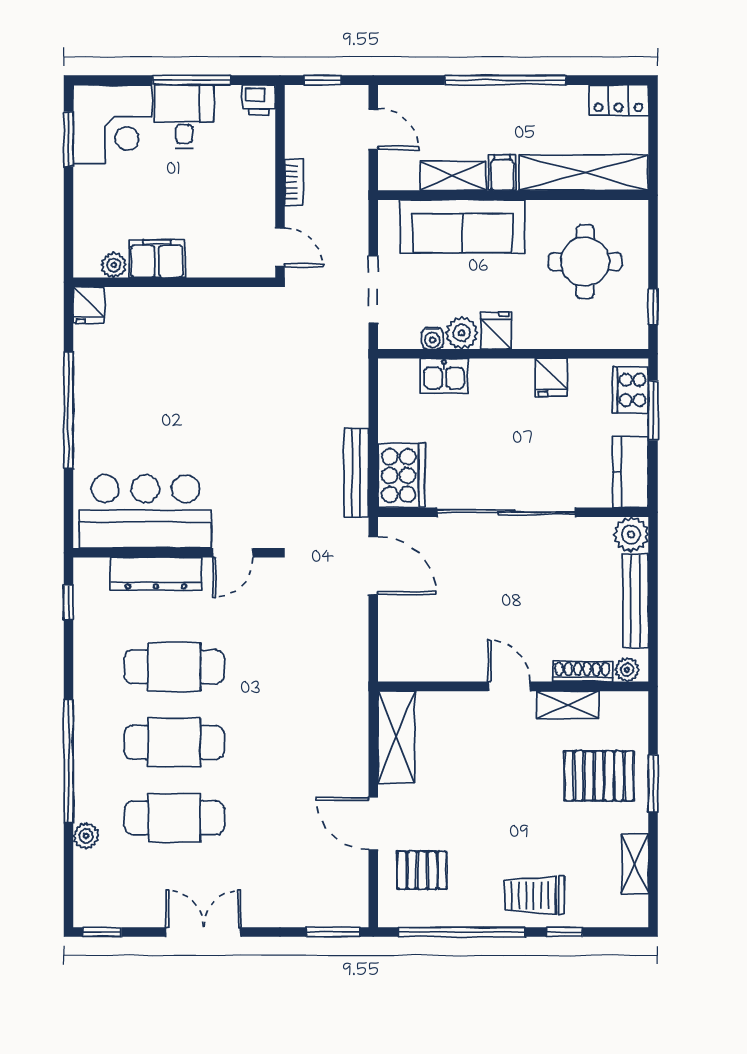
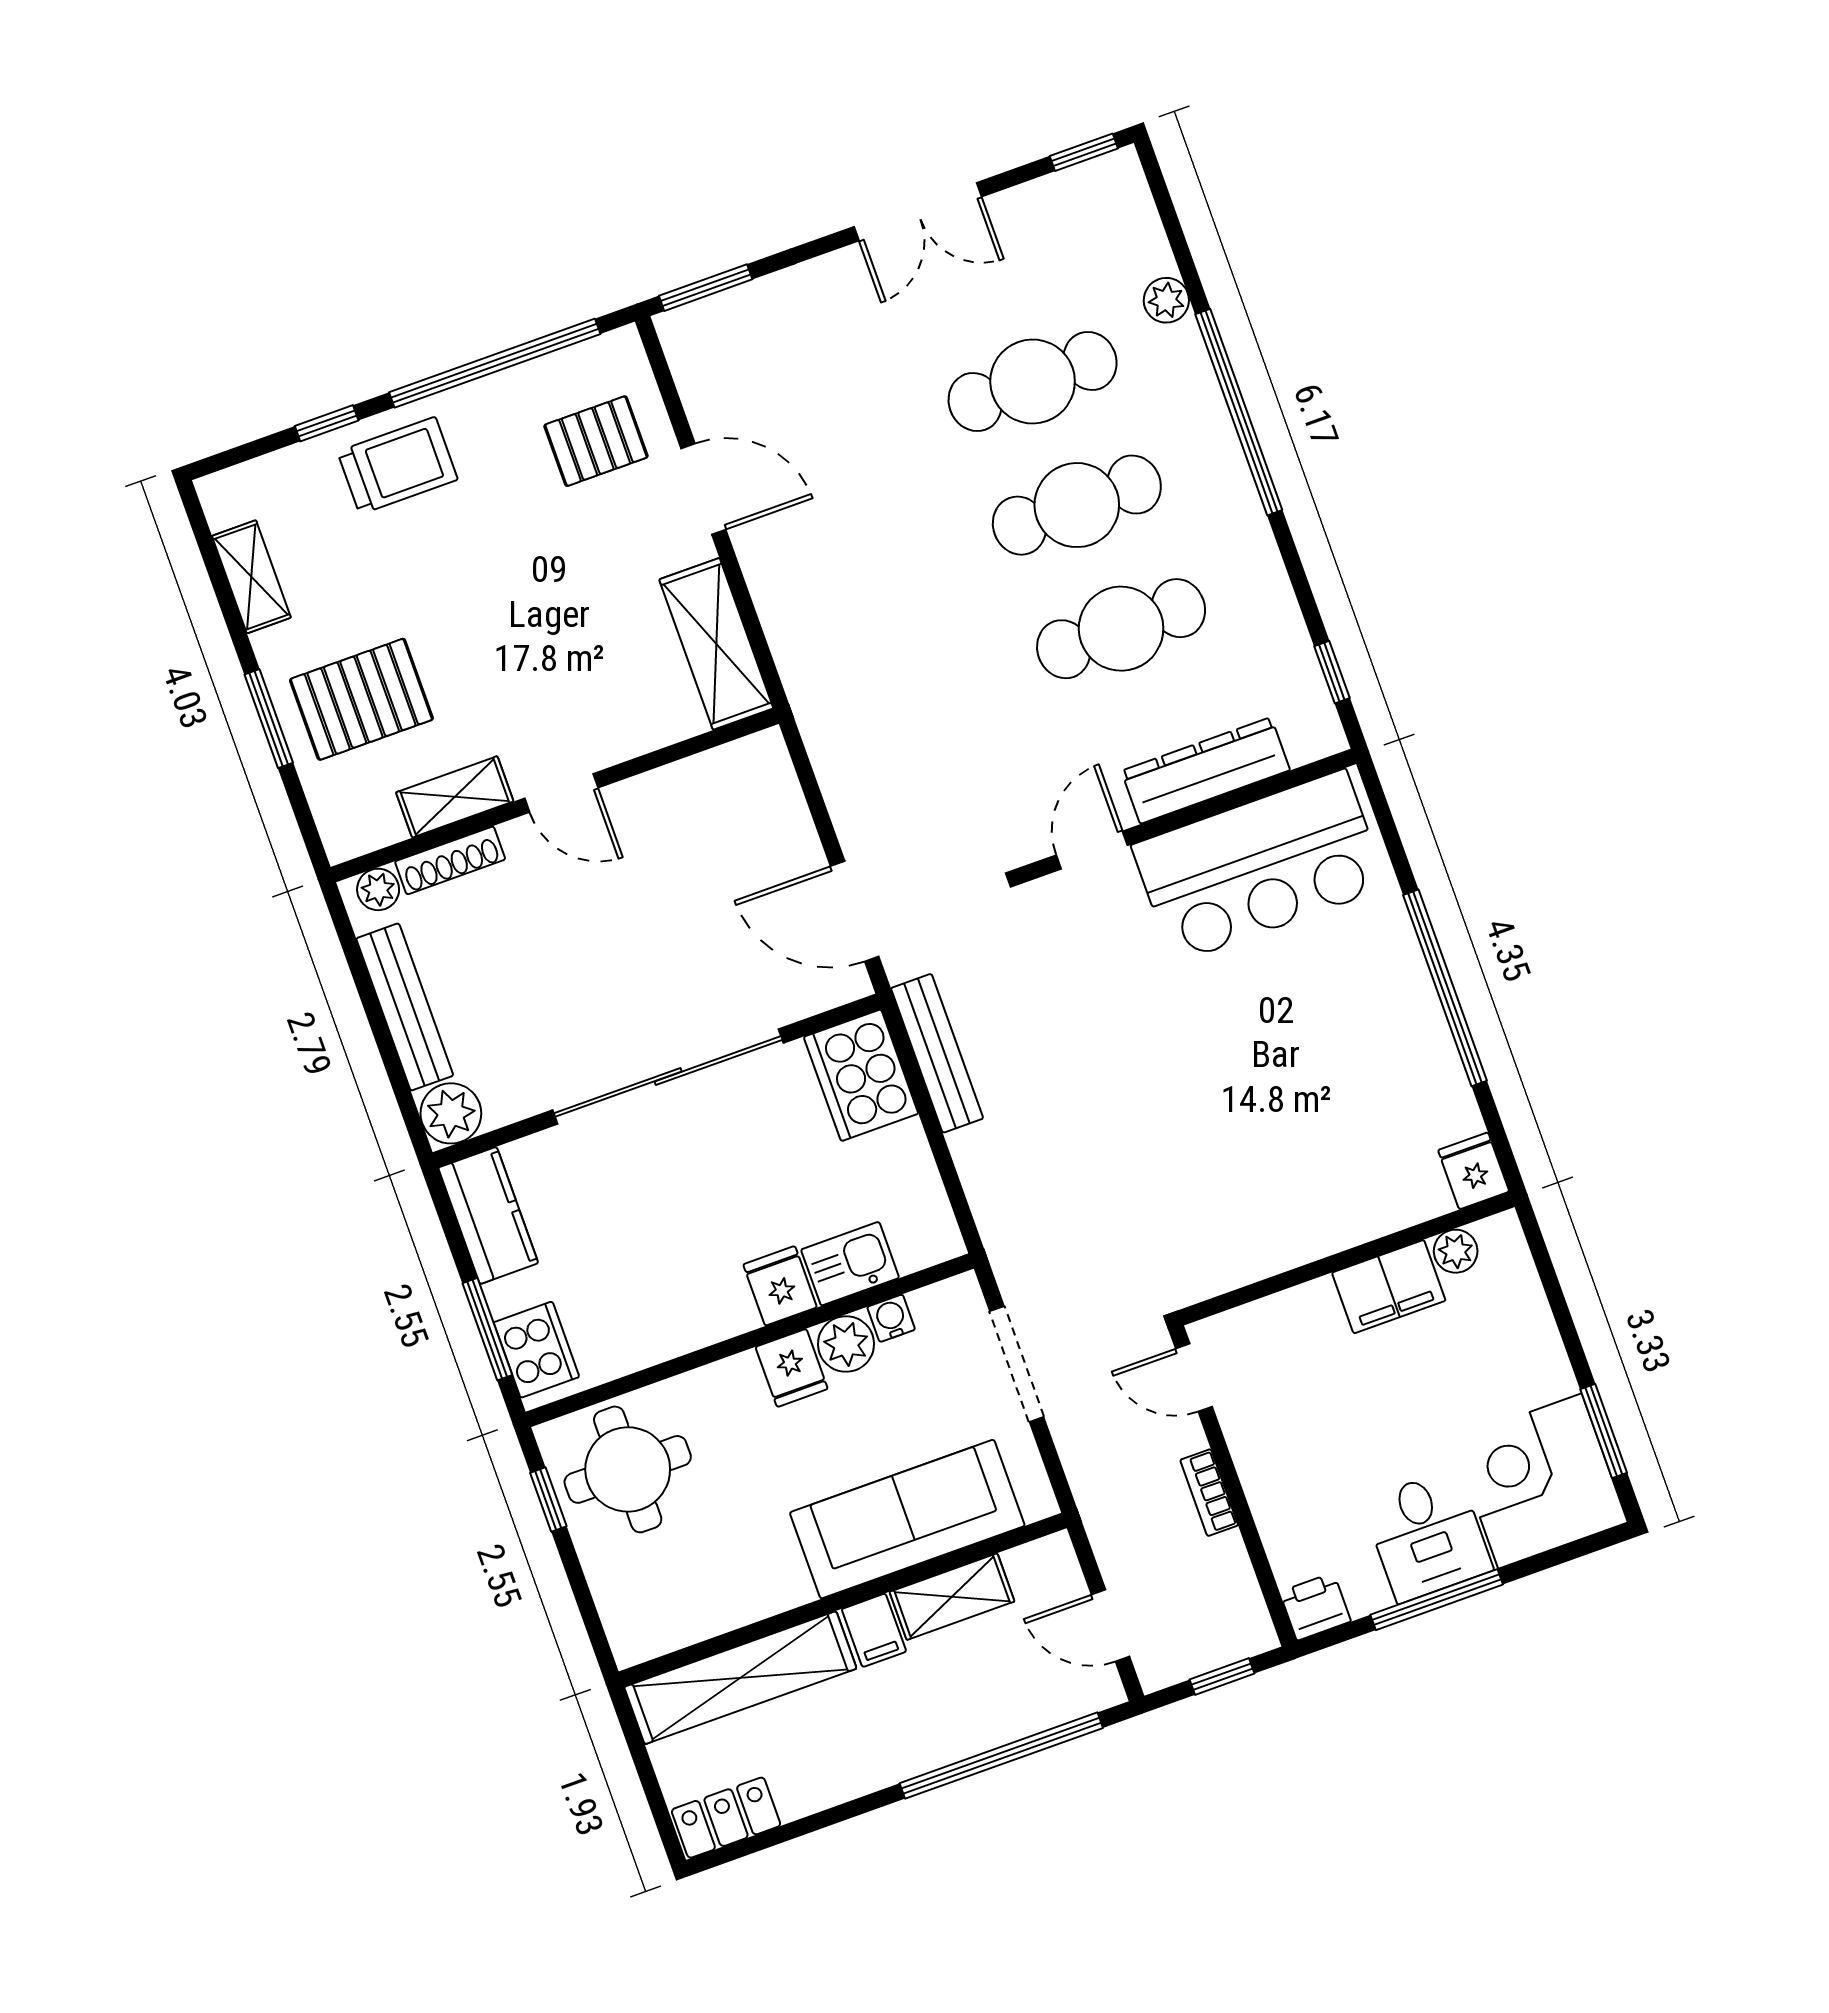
window: (505, 80) -> (1001, 1756), moved
round table: (585, 262) -> (628, 1469), moved
fridge: (551, 377) -> (780, 1286), moved

